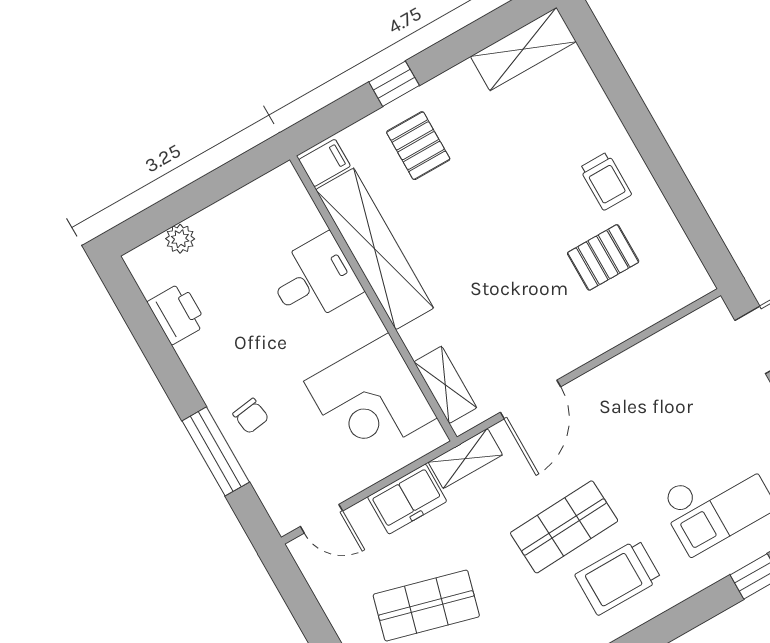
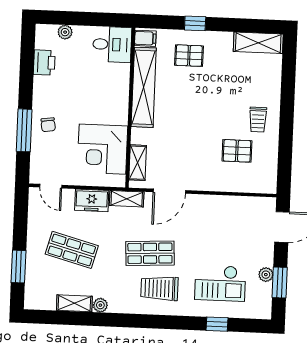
pallet: (418, 146) -> (189, 56), turned 90
desk: (314, 279) -> (112, 44), moved

